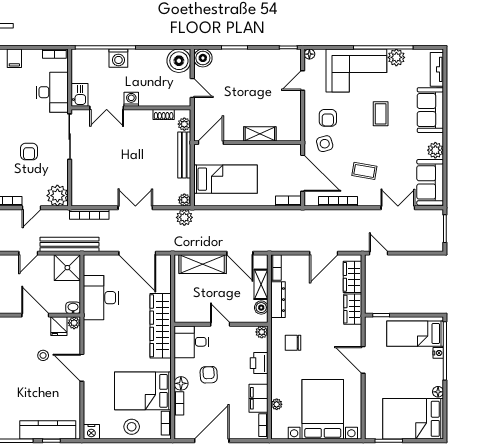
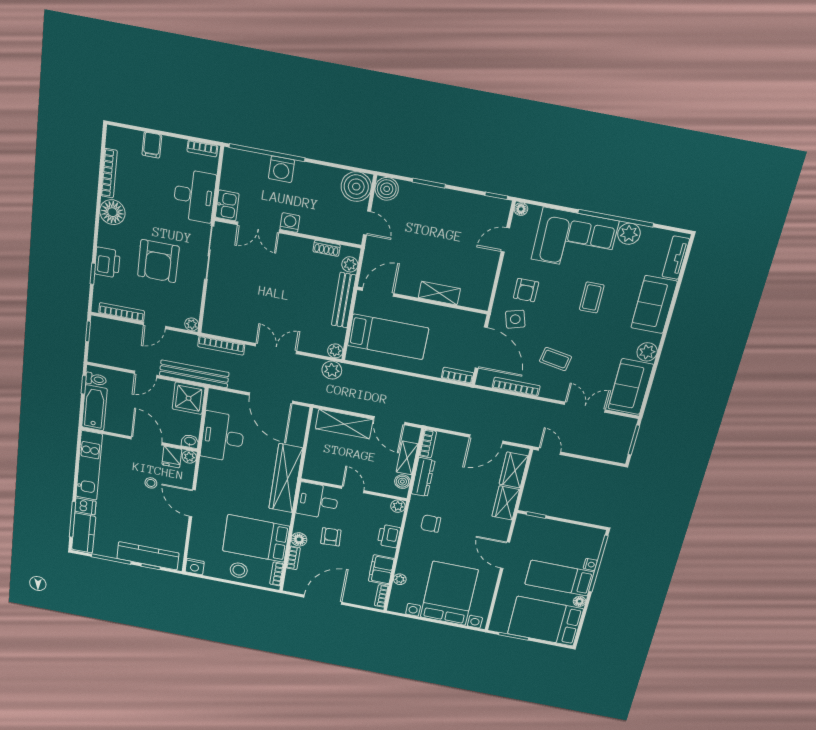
armchair: (29, 152) -> (158, 261), width x1.88, depth x1.88
plant: (57, 196) -> (192, 324), width x0.53, depth x0.53
bed: (415, 334) -> (559, 578), moved

